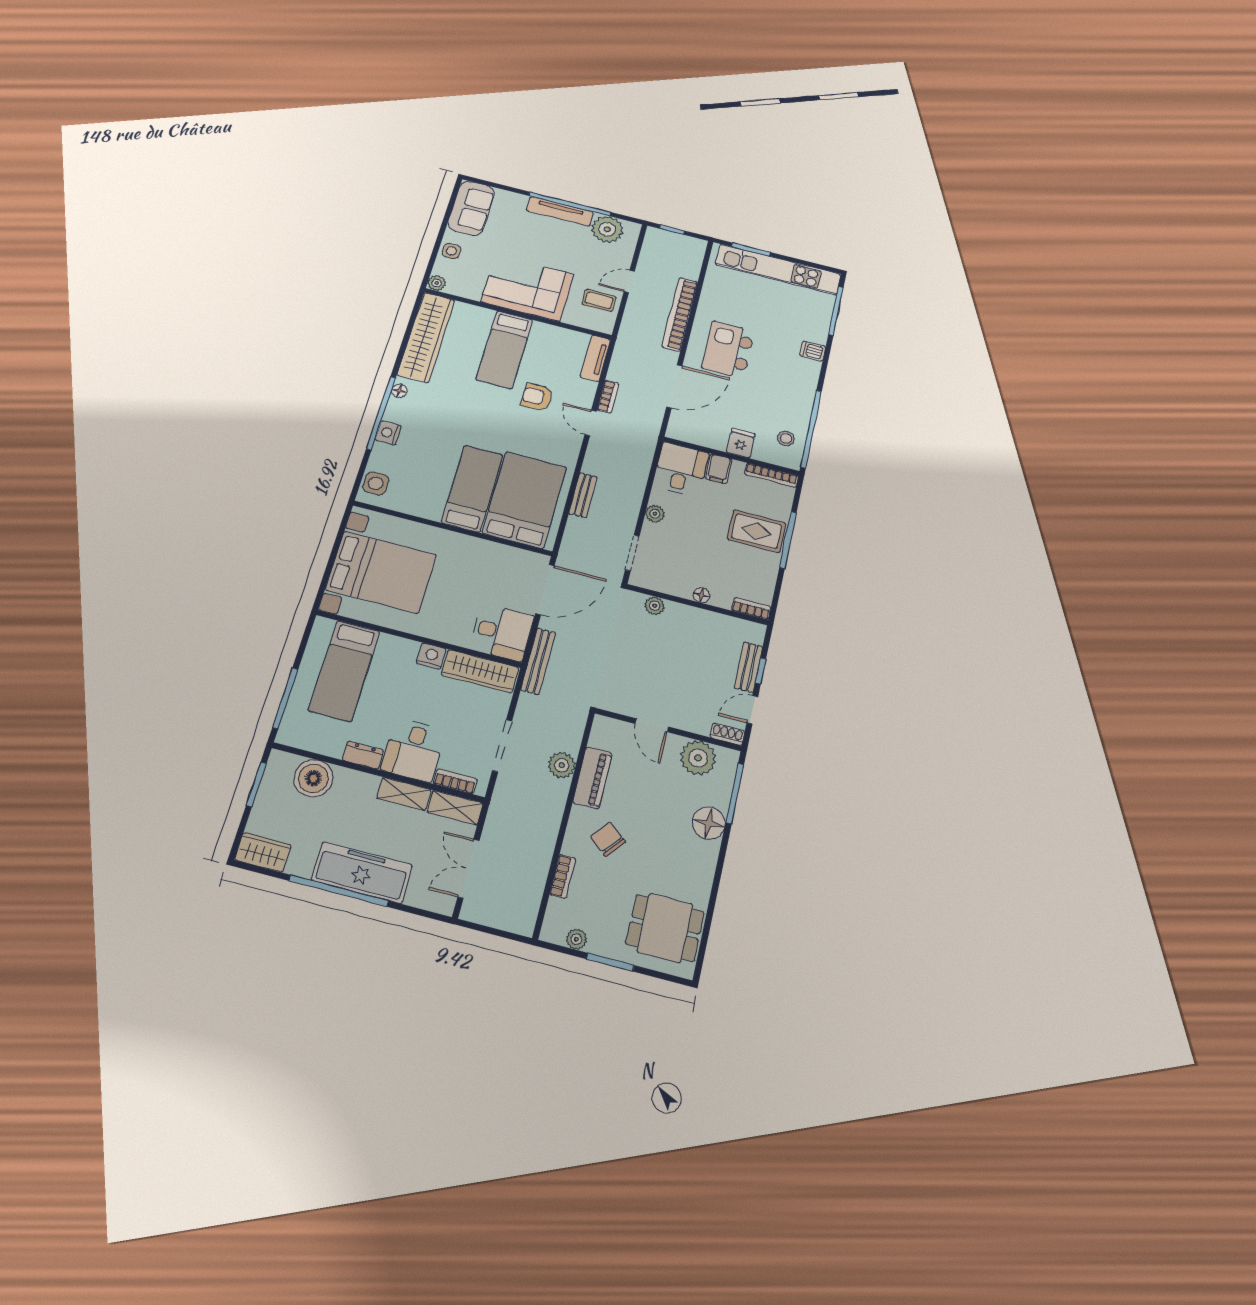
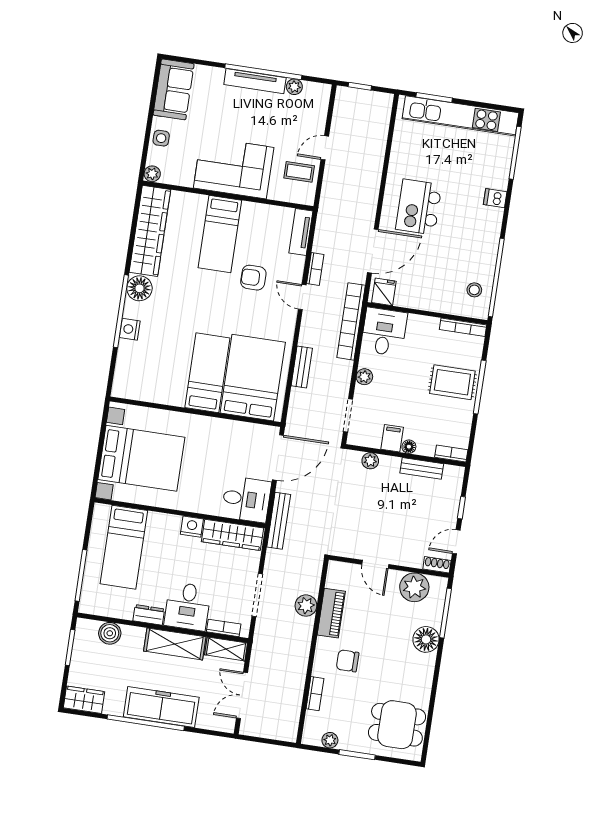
plant: (607, 229) -> (294, 87), width x0.53, depth x0.53
bookcase: (680, 314) -> (351, 321), moved
floor lamp: (399, 391) -> (139, 288), width x1.89, depth x1.89
fridge: (741, 443) -> (384, 292), moved
filing cabinet: (719, 469) -> (392, 438), moved, turned 180
side table: (376, 483) -> (126, 378), removed
bench: (748, 667) -> (422, 468), moved, turned 90
boiler: (313, 778) -> (110, 633), width x0.73, depth x0.73
shelving: (404, 794) -> (175, 644), width x1.50, depth x1.33
chair: (608, 839) -> (348, 661), turned -39

